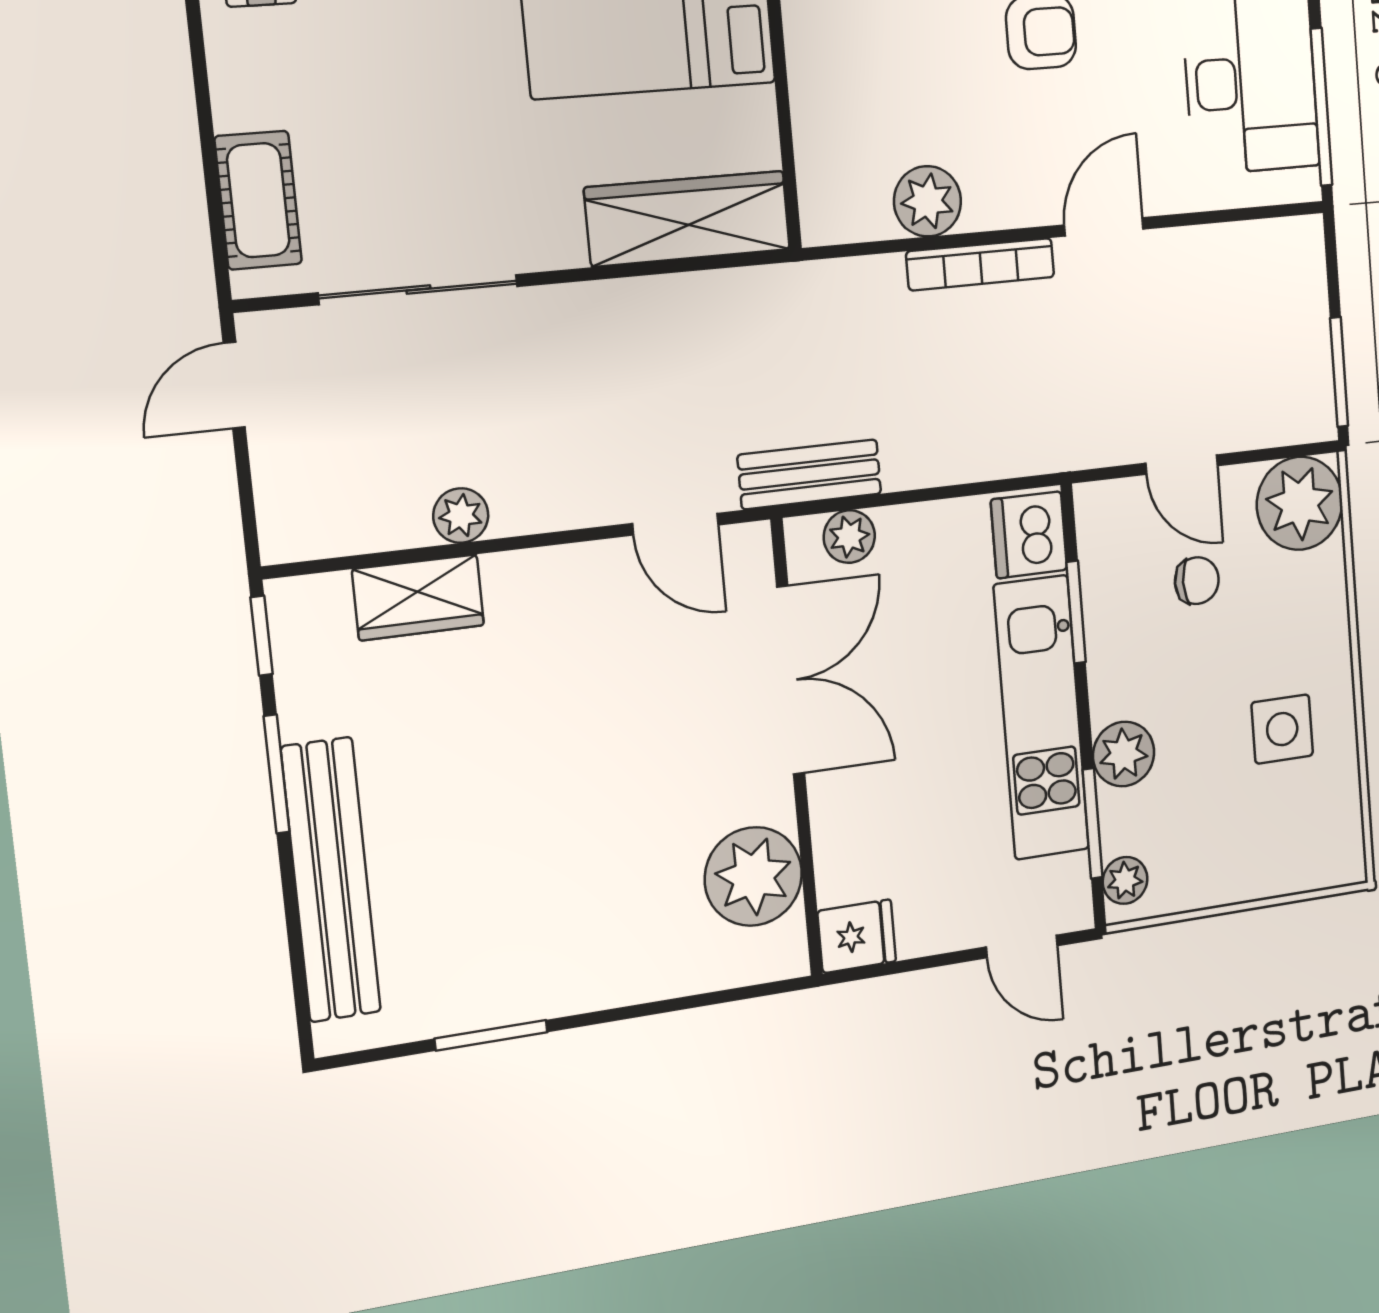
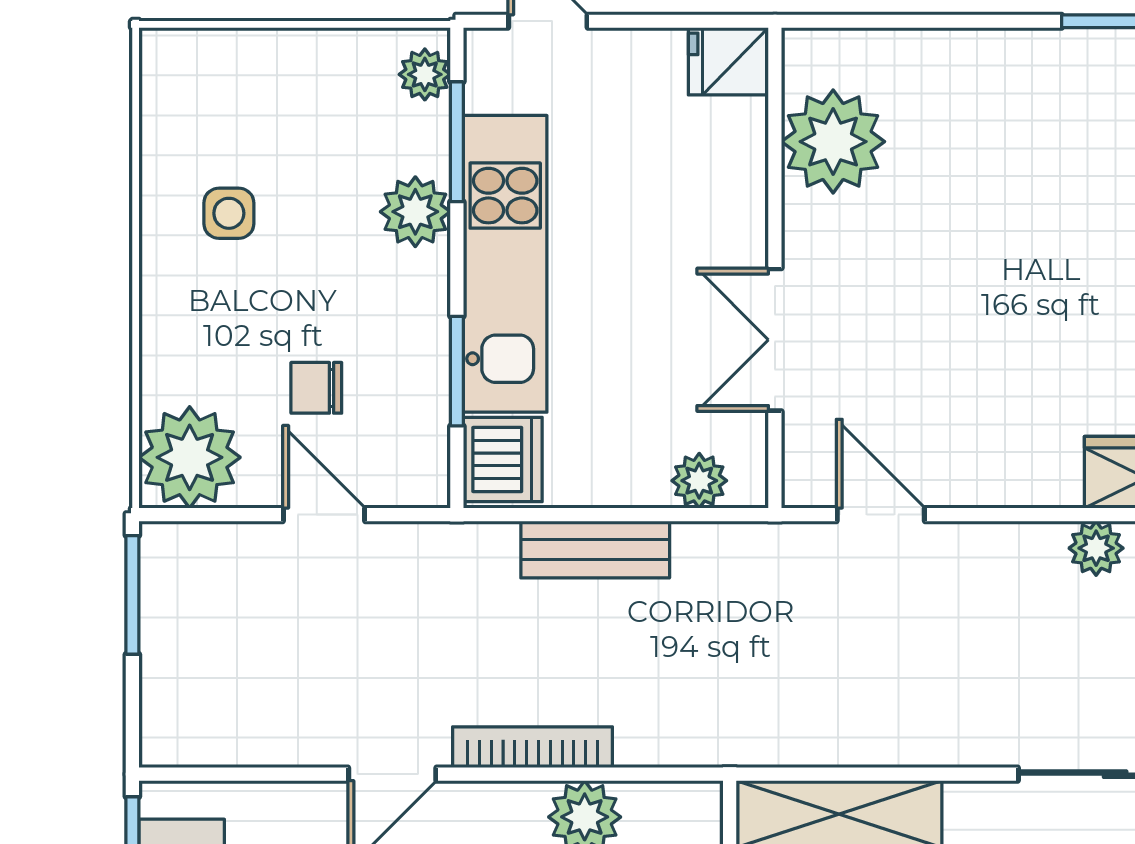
bench: (810, 474) -> (595, 549), moved
double door: (791, 680) -> (775, 340), width x0.73
side table: (1282, 729) -> (229, 213), width x0.73, depth x0.73

